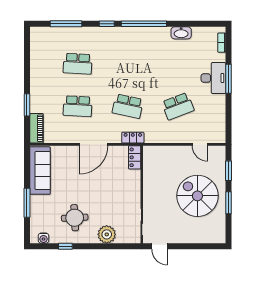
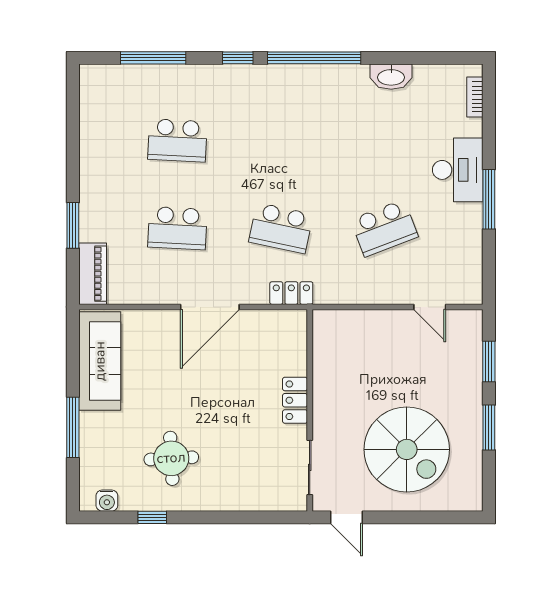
window: (229, 79) -> (489, 199), moved
locker: (135, 157) -> (295, 400), moved
spiral stairs: (197, 196) -> (407, 449), moved, turned 180
plant: (107, 234) -> (237, 493), removed

